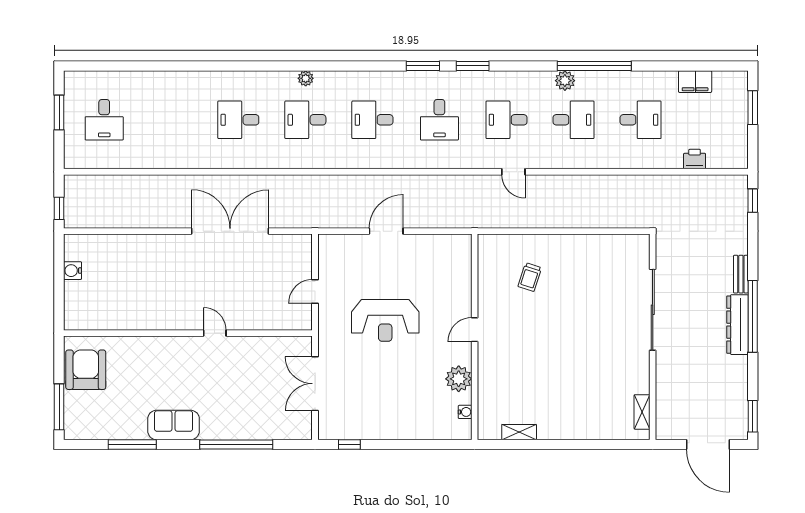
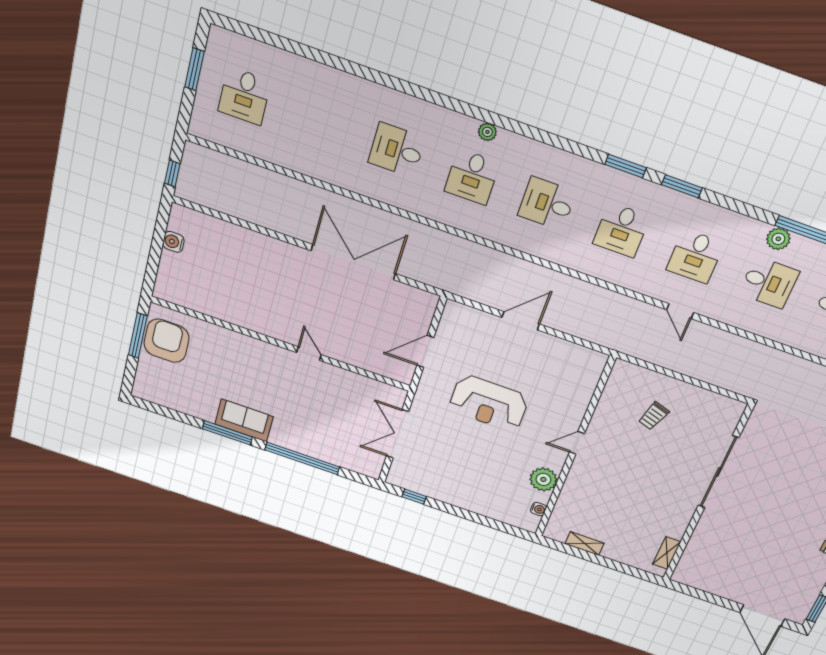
desk: (305, 120) -> (472, 177), turned -90
desk: (506, 120) -> (695, 256), turned -90
door: (315, 291) -> (425, 351), width x1.38
sliding door: (653, 310) -> (718, 472), moved
wall: (653, 337) -> (707, 495), moved
window: (59, 407) -> (138, 335), moved
shelving: (642, 412) -> (667, 553), moved
window: (132, 444) -> (227, 433), moved

